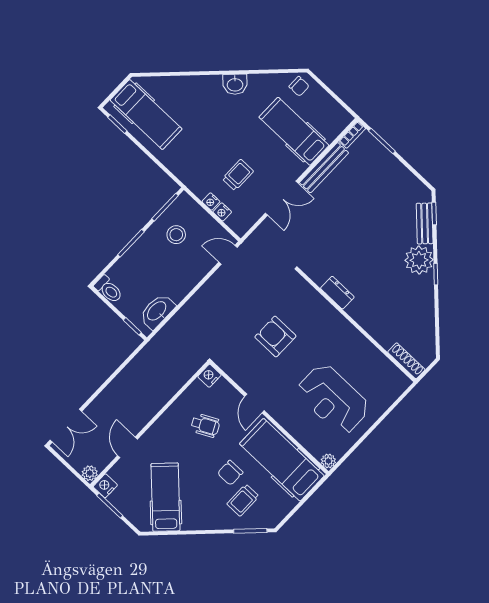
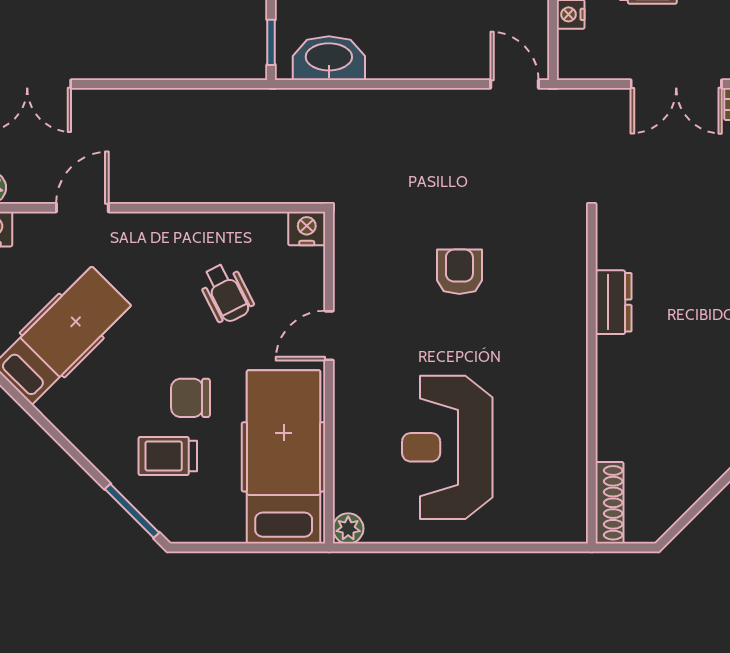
armchair: (275, 337) -> (459, 272), width x0.72, depth x0.72

